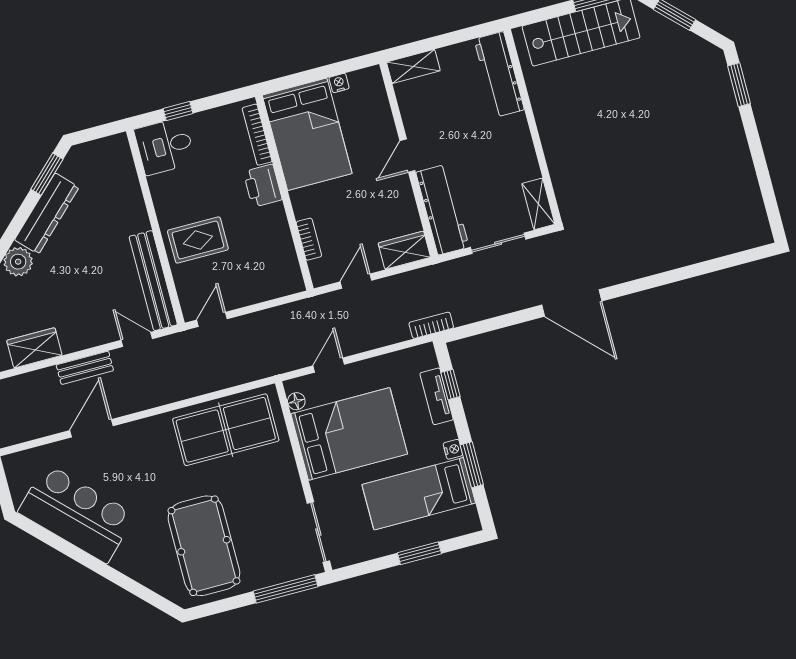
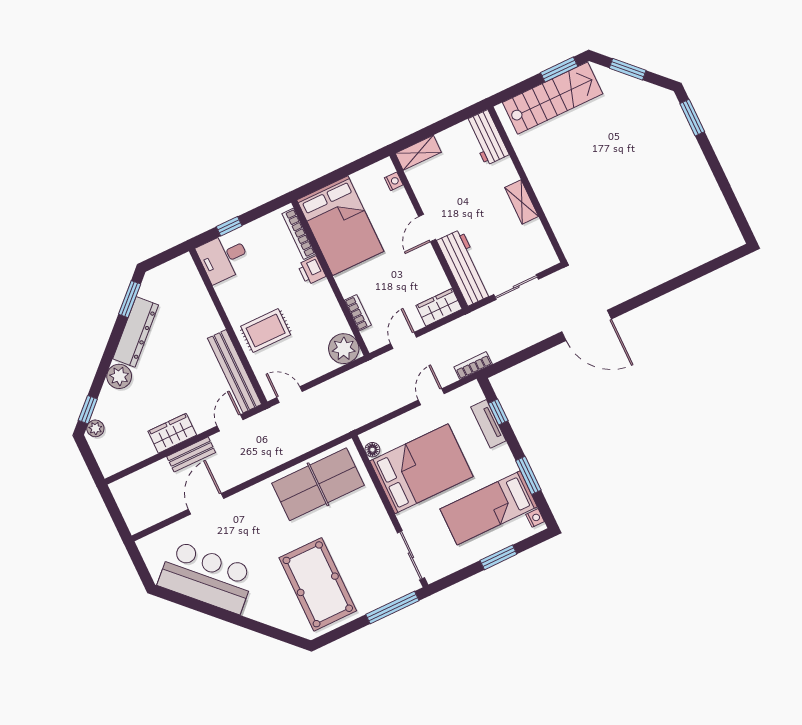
workbench: (499, 74) -> (487, 138), width x0.73
nightstand: (339, 83) -> (394, 181), moved, turned 90
printer: (263, 186) -> (312, 270), width x0.73, depth x0.81
shelving: (538, 204) -> (522, 202), moved
plant: (285, 278) -> (344, 349), added
door: (212, 319) -> (290, 395), hinge flipped
door: (137, 339) -> (230, 423), hinge flipped
wardrobe: (34, 348) -> (172, 433), moved
door: (329, 365) -> (431, 397), moved
nightstand: (453, 449) -> (535, 518), moved

